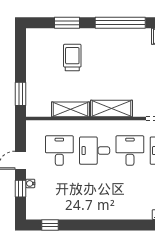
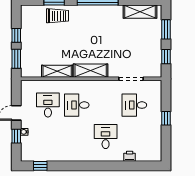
trolley: (72, 58) -> (57, 16), moved, turned 90
window: (21, 65) -> (16, 35), added
desk: (130, 151) -> (106, 137), moved

